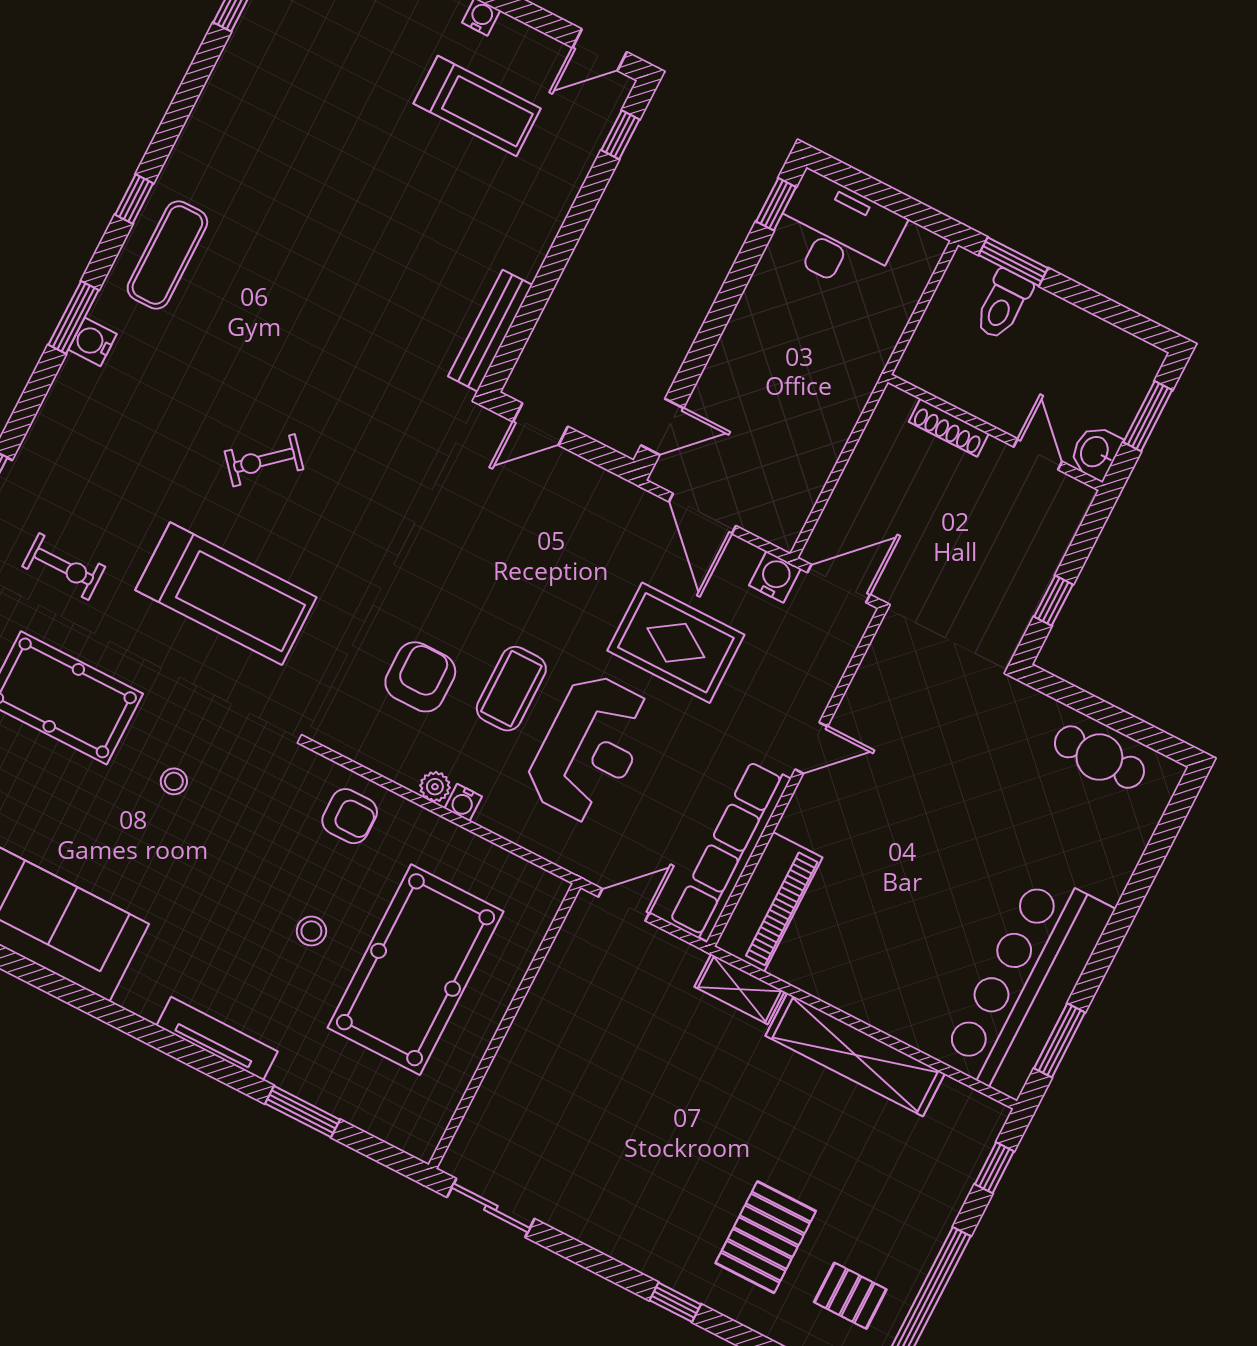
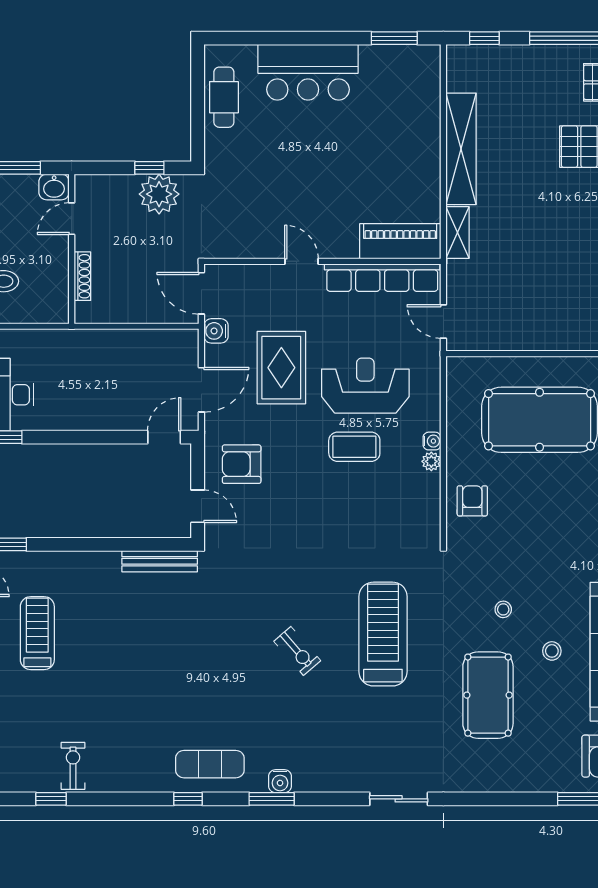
door: (662, 427) -> (164, 437), hinge flipped
exercise bike: (64, 566) -> (73, 766), moved
plant: (1009, 595) -> (159, 194), added
armchair: (420, 677) -> (242, 464), moved
stool: (311, 931) -> (552, 651), moved
bar counter: (1027, 985) -> (308, 72), moved, width x0.73

